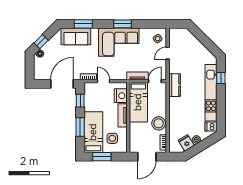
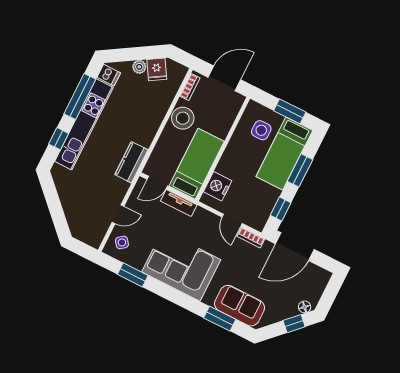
window: (123, 24) -> (133, 275), moved
window: (221, 107) -> (80, 97), added
tv unit: (123, 115) -> (229, 156), removed

